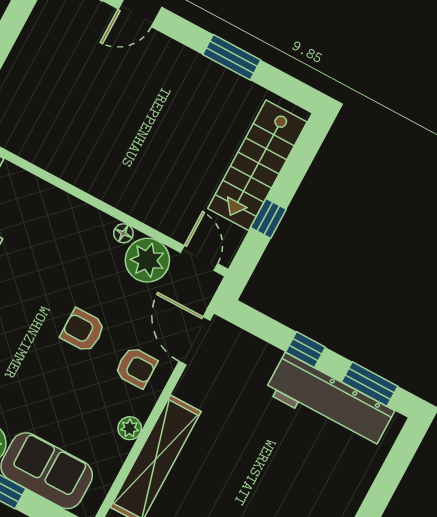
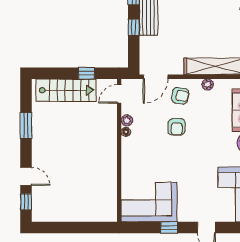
plant: (147, 260) -> (127, 120), width x0.53, depth x0.53
armchair: (136, 367) -> (180, 96), turned 99

